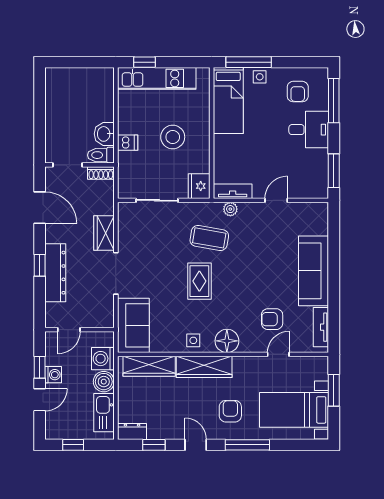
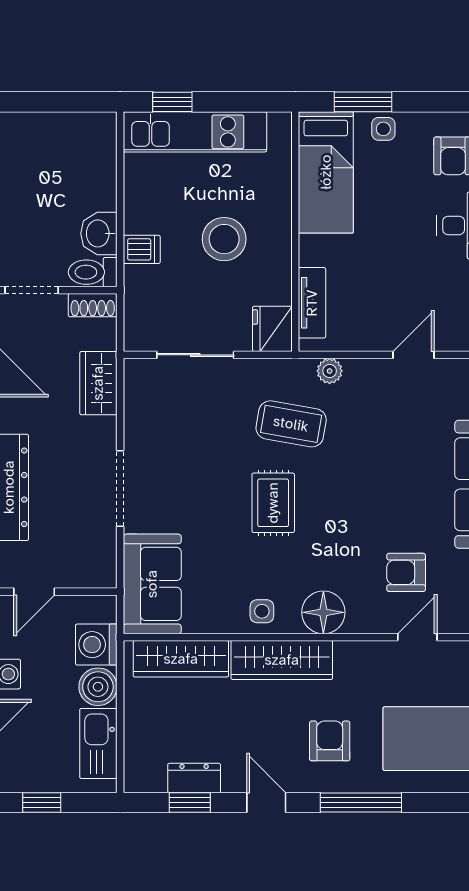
window: (249, 62) -> (363, 102), width x0.69
tv unit: (233, 191) -> (312, 303), moved, turned 90
wardrobe: (104, 233) -> (98, 383), moved
dresser: (132, 431) -> (194, 778), moved

